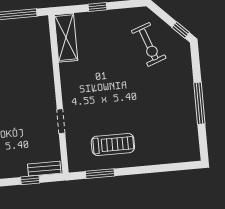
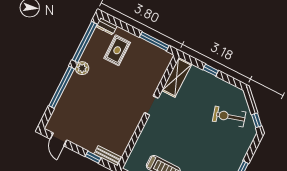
exercise bike: (149, 44) -> (229, 117), turned 94
doorway: (61, 121) -> (151, 105), moved

